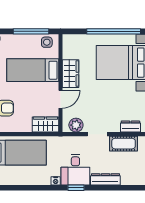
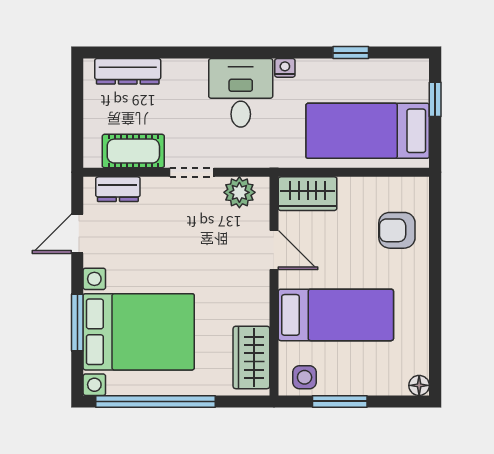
window: (31, 31) -> (340, 401), width x0.69
wardrobe: (71, 74) -> (251, 357), moved
door: (60, 99) -> (274, 250), swing flipped
dresser: (105, 179) -> (128, 71), moved
window: (76, 188) -> (351, 53), moved

